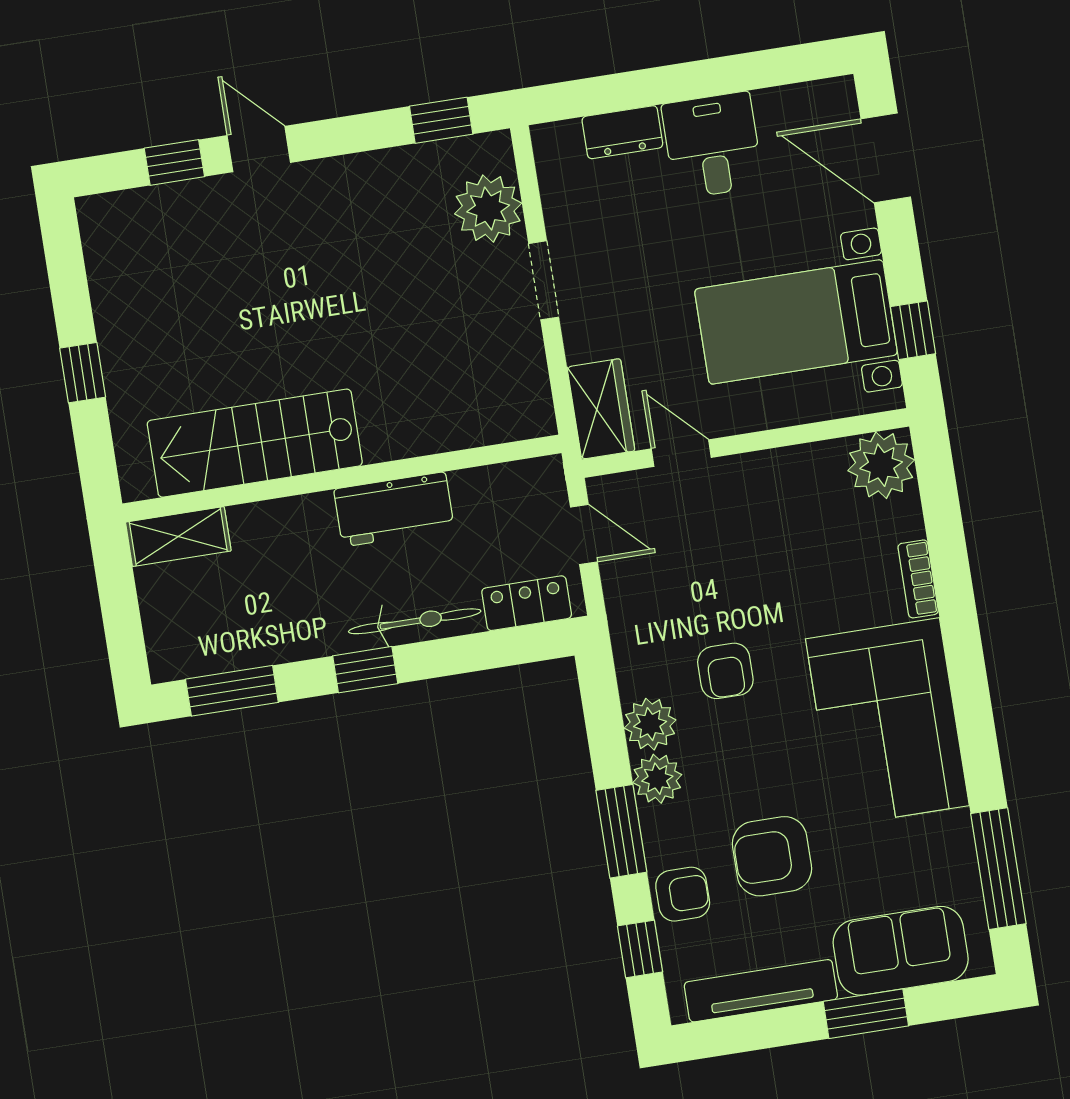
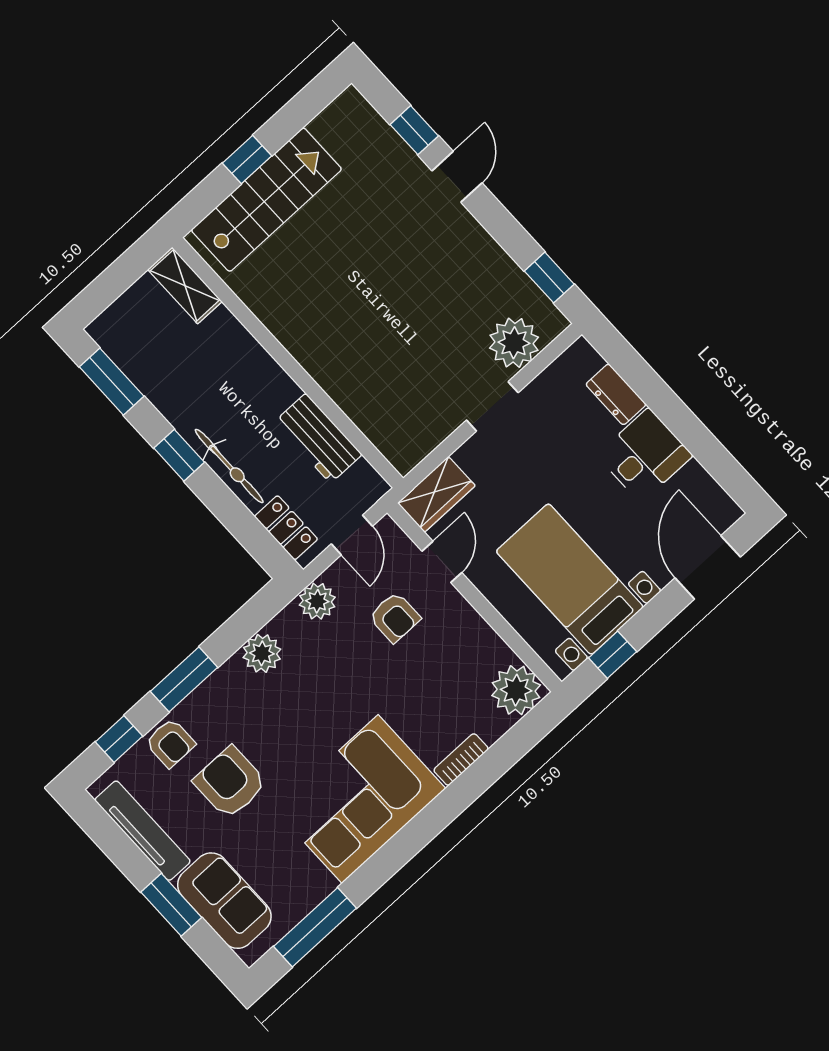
stairs: (255, 443) -> (266, 200), moved, turned 90
workbench: (394, 509) -> (318, 438), moved
armchair: (725, 671) -> (395, 617), moved, turned -90
plant: (657, 779) -> (317, 601), moved

